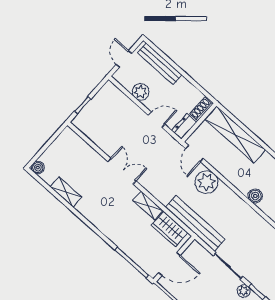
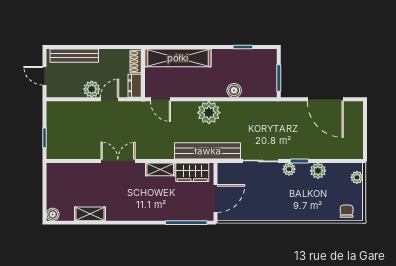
plant: (141, 92) -> (92, 89), moved
plant: (207, 182) -> (209, 113), moved

